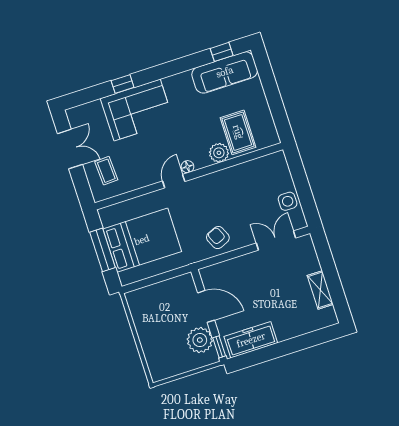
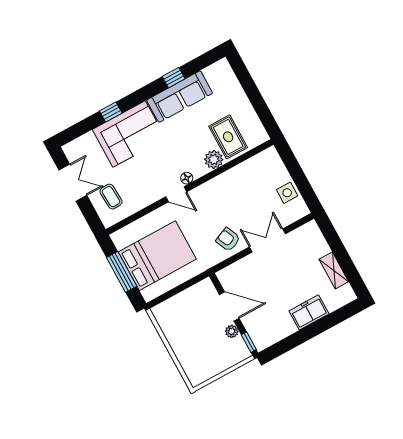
window: (222, 52) -> (174, 78), moved
sofa: (225, 72) -> (180, 97), moved
door: (174, 181) -> (176, 194), swing flipped
double door: (276, 240) -> (267, 240), moved
plant: (200, 340) -> (232, 331), width x0.53, depth x0.53
freezer: (251, 340) -> (309, 312), moved, width x0.71

